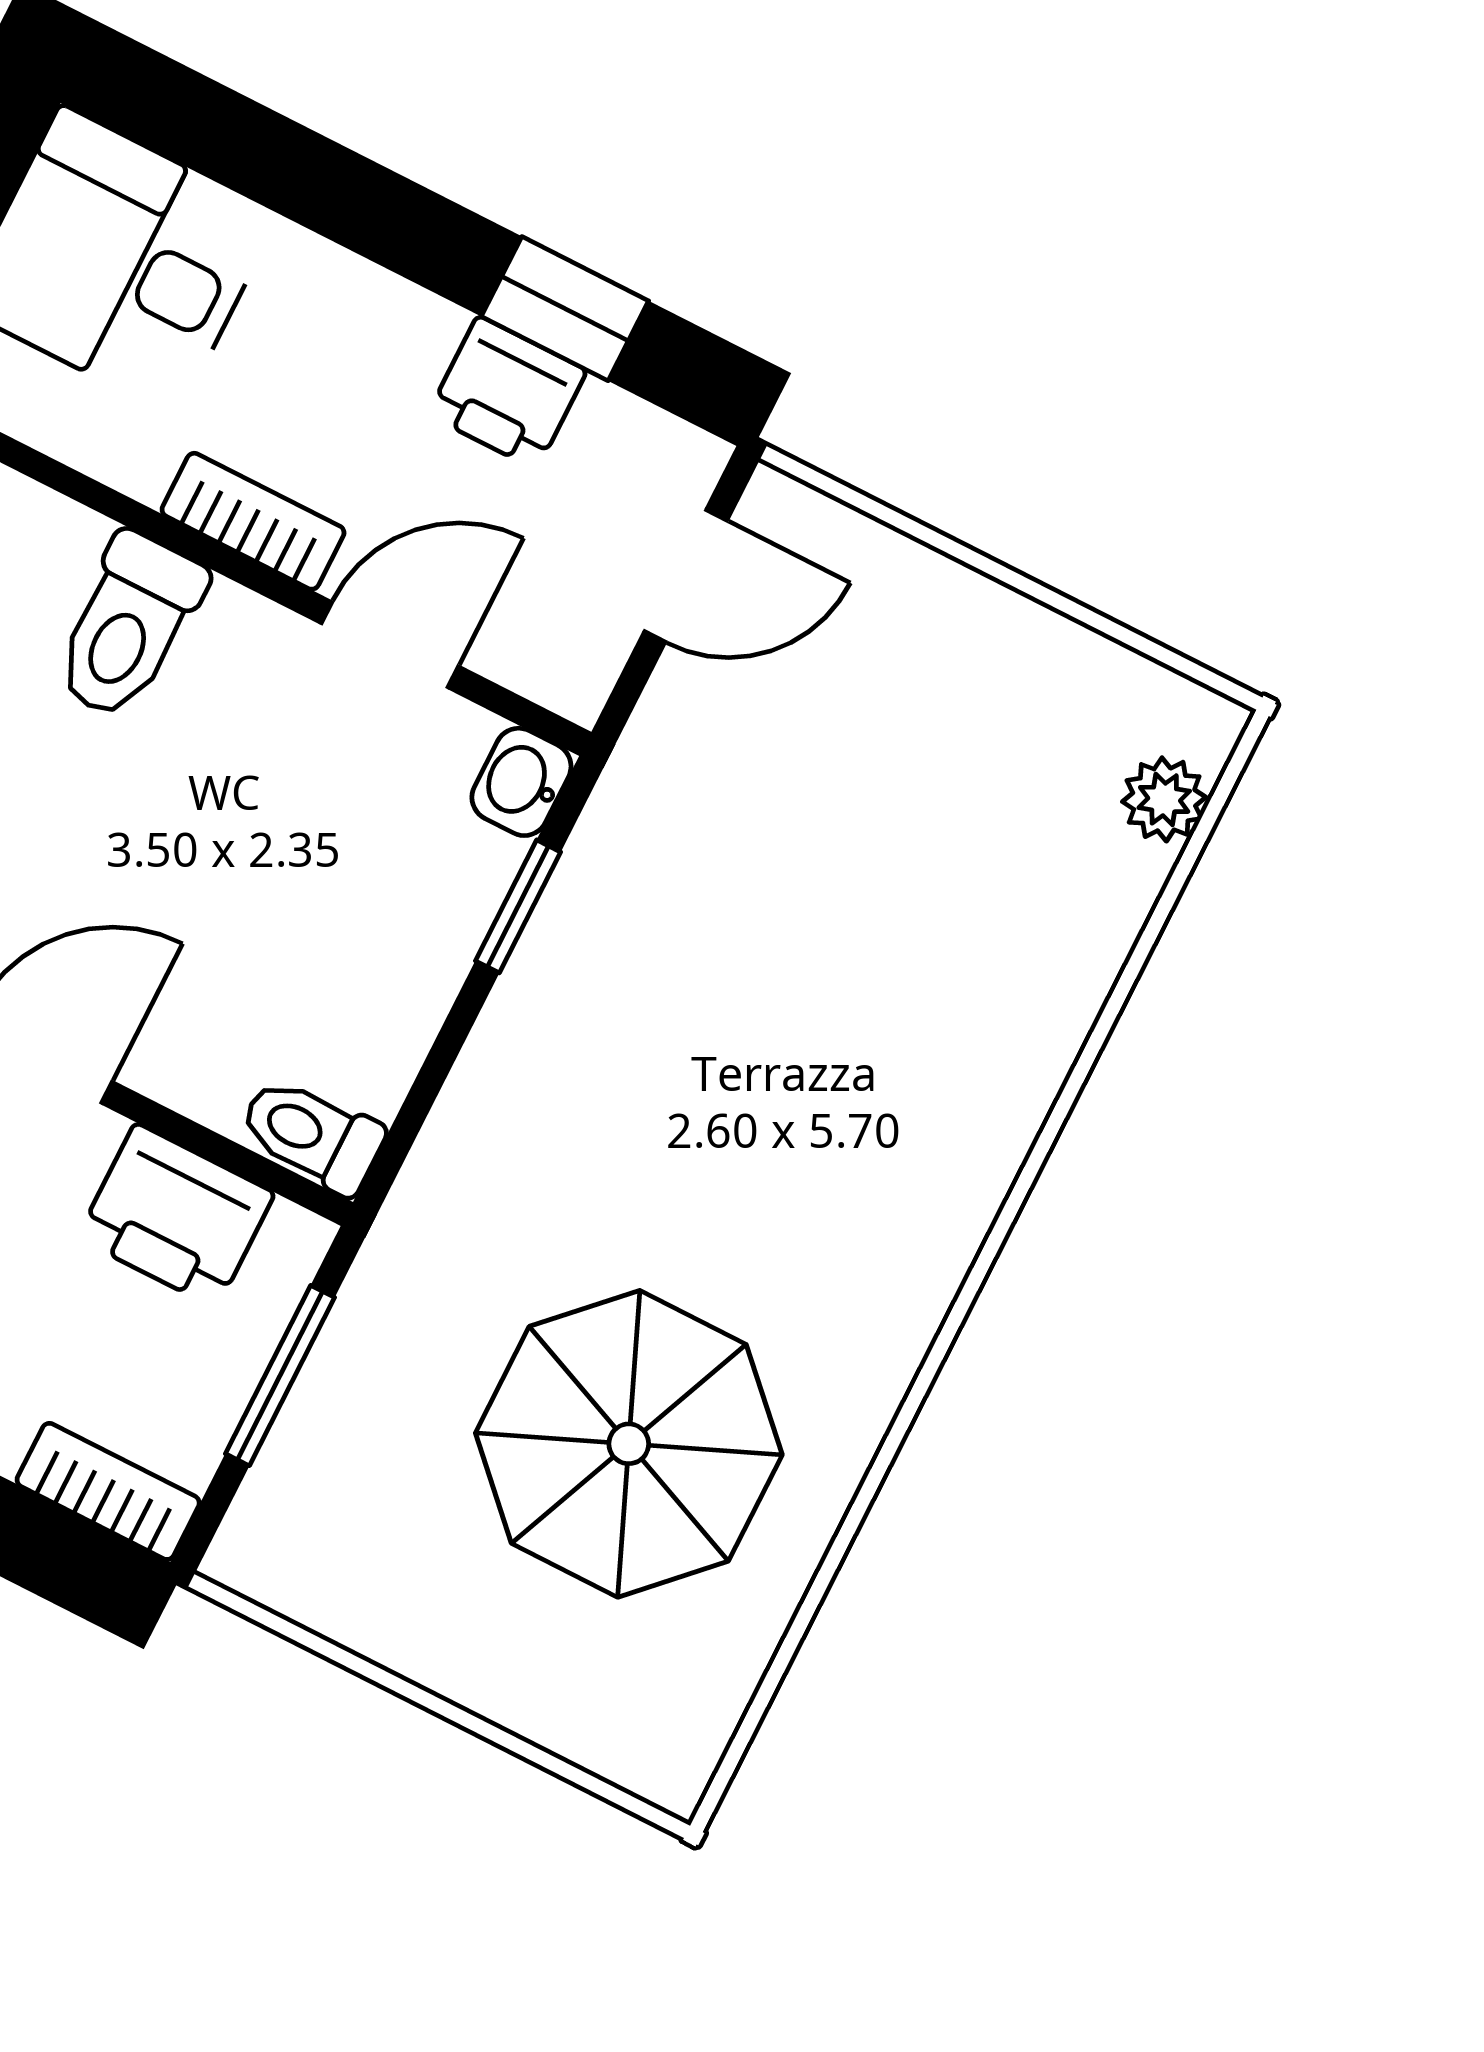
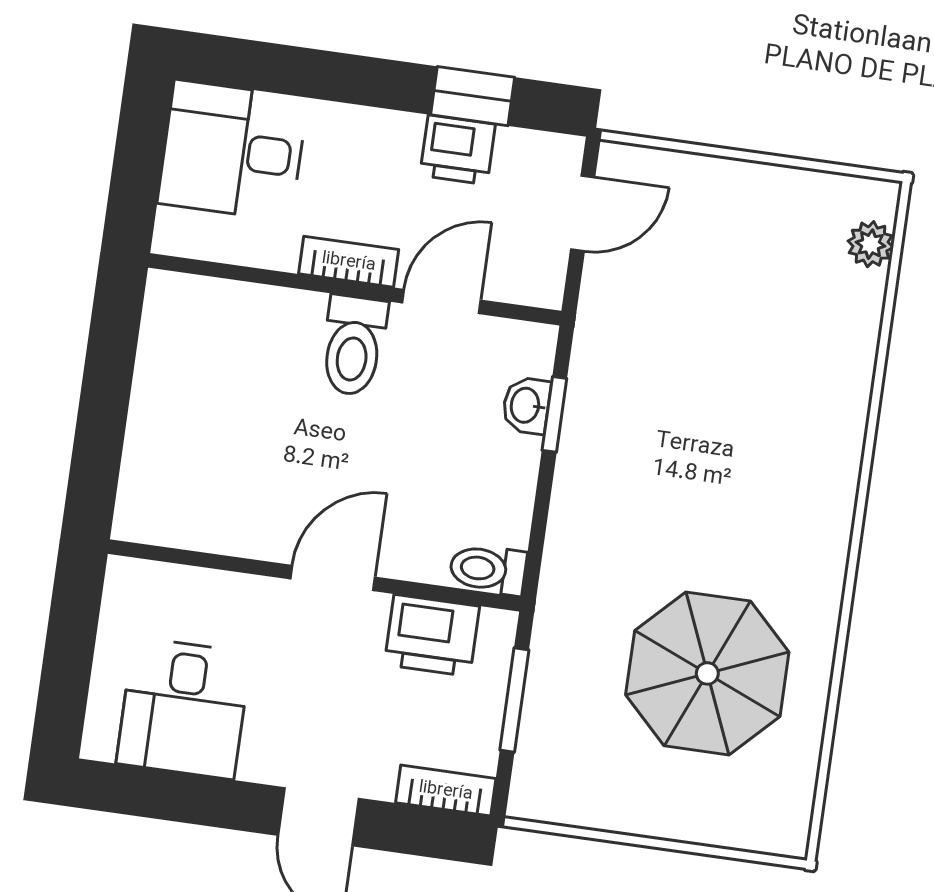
toilet: (128, 626) -> (353, 346), moved
washbasin: (521, 782) -> (526, 405), moved

